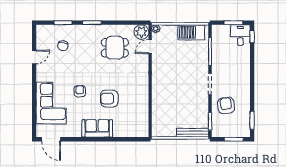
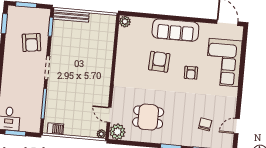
barbecue: (191, 32) -> (55, 129), width x0.53, depth x0.65
door: (150, 47) -> (109, 115), swing flipped
door: (34, 57) -> (237, 126), moved
armchair: (109, 99) -> (159, 62), turned -87
sofa: (97, 128) -> (175, 30), width x1.36
plant: (143, 132) -> (125, 22), added

